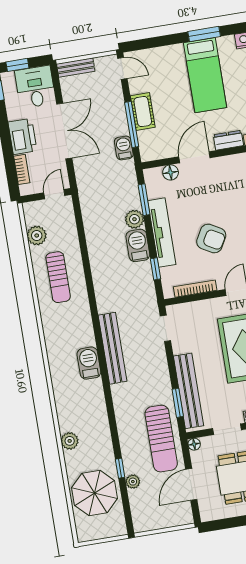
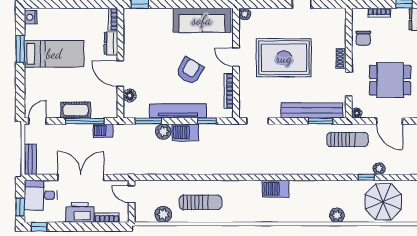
bench: (112, 348) -> (267, 167), removed
sun lounger: (161, 439) -> (348, 140), width x0.73, depth x0.75

